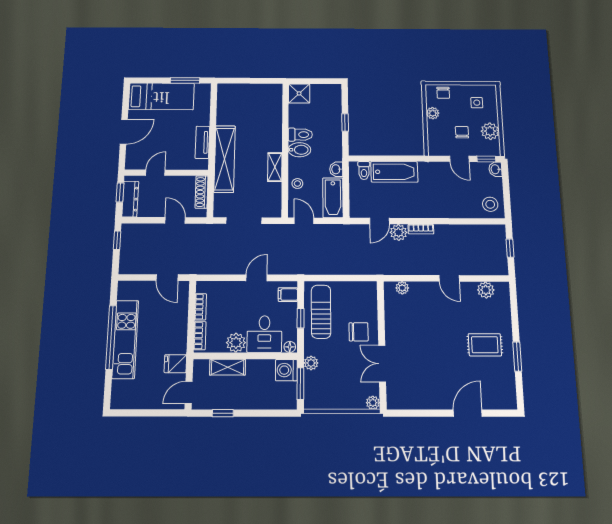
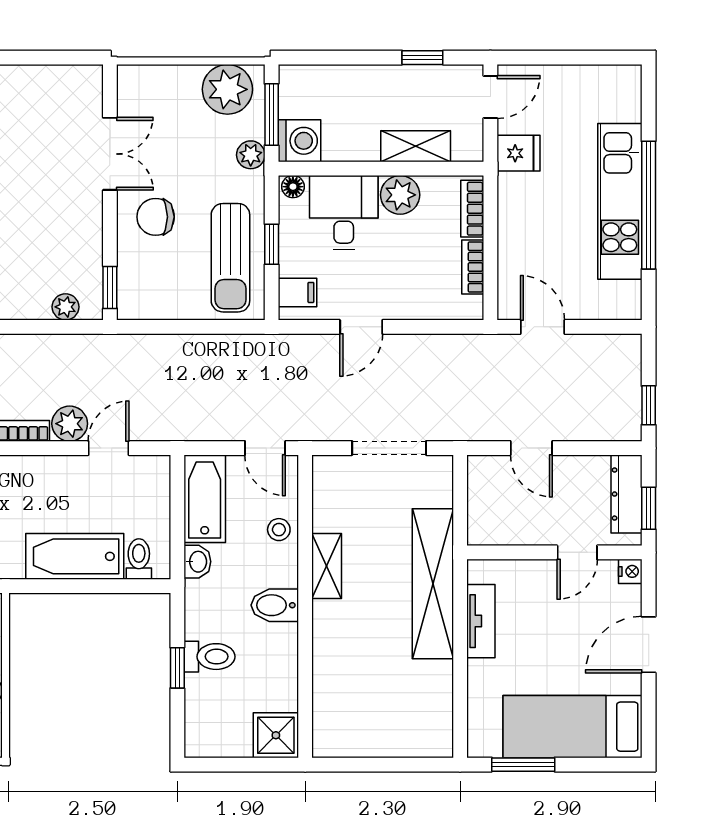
toilet: (300, 135) -> (209, 657), moved, turned 180
nightstand: (130, 164) -> (630, 571), added
shoe rack: (202, 192) -> (479, 510), removed
window: (381, 297) -> (110, 287), added
plant: (373, 403) -> (227, 89), moved, width x1.88, depth x1.88

